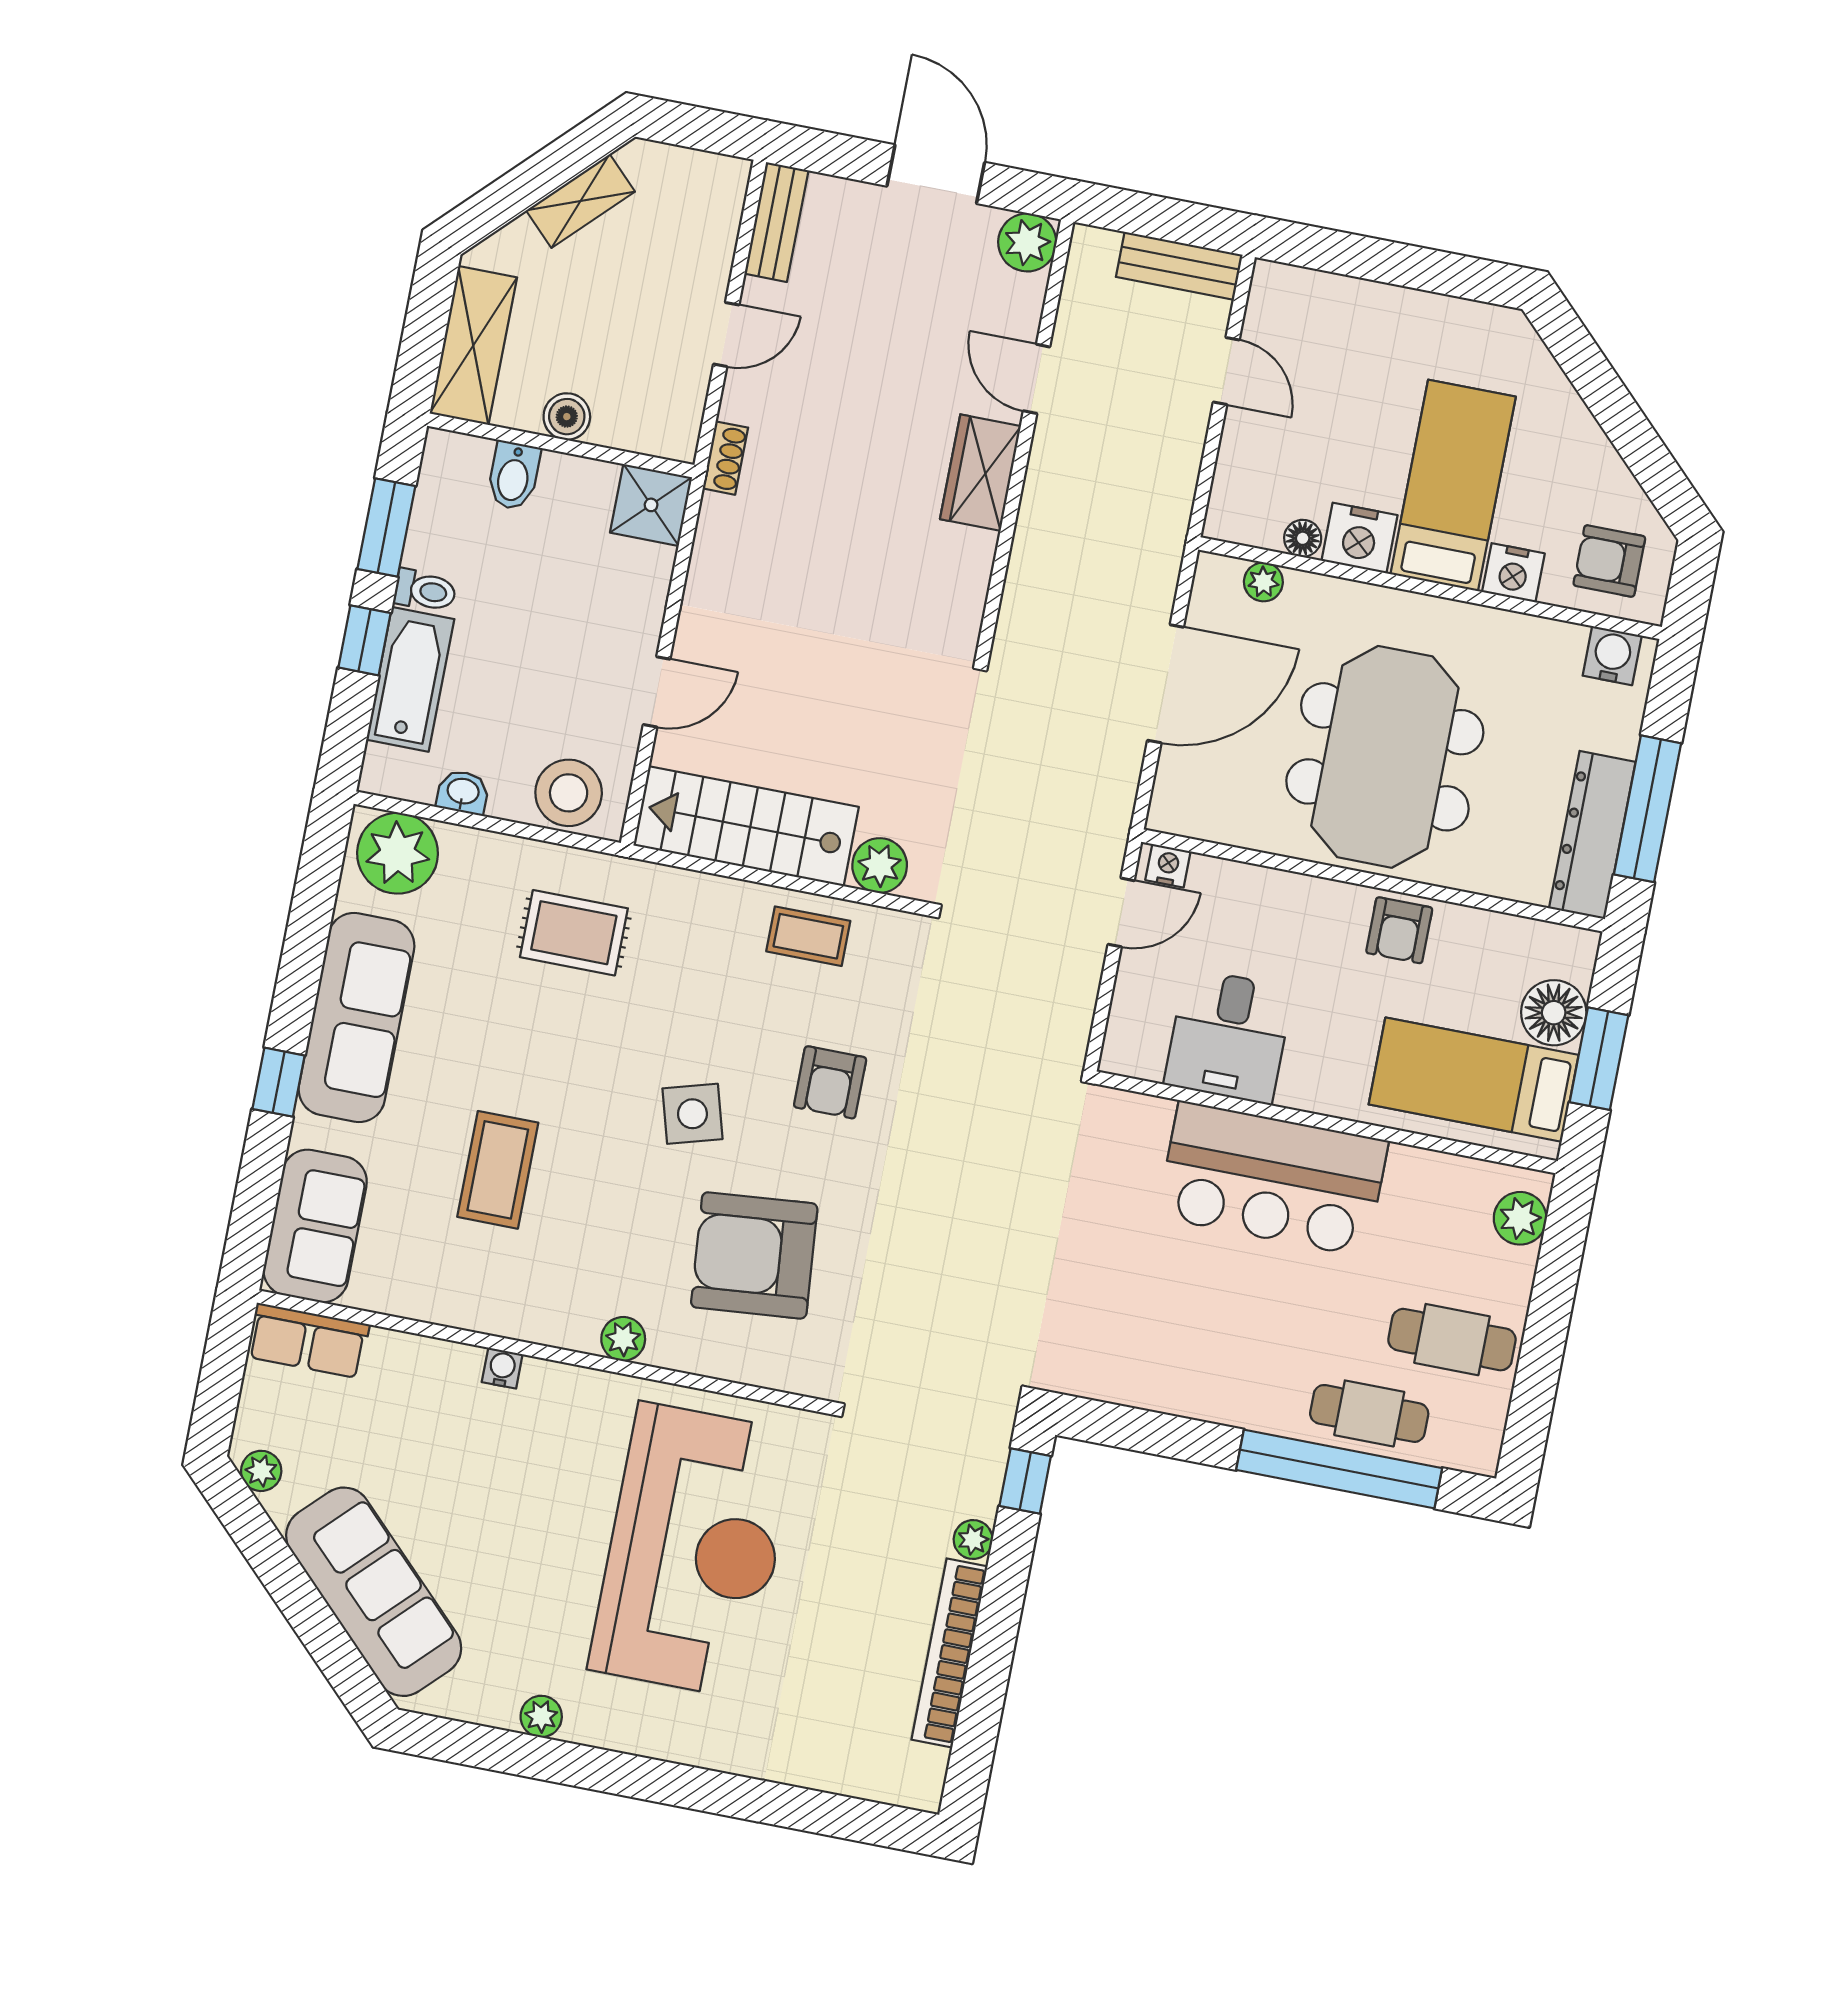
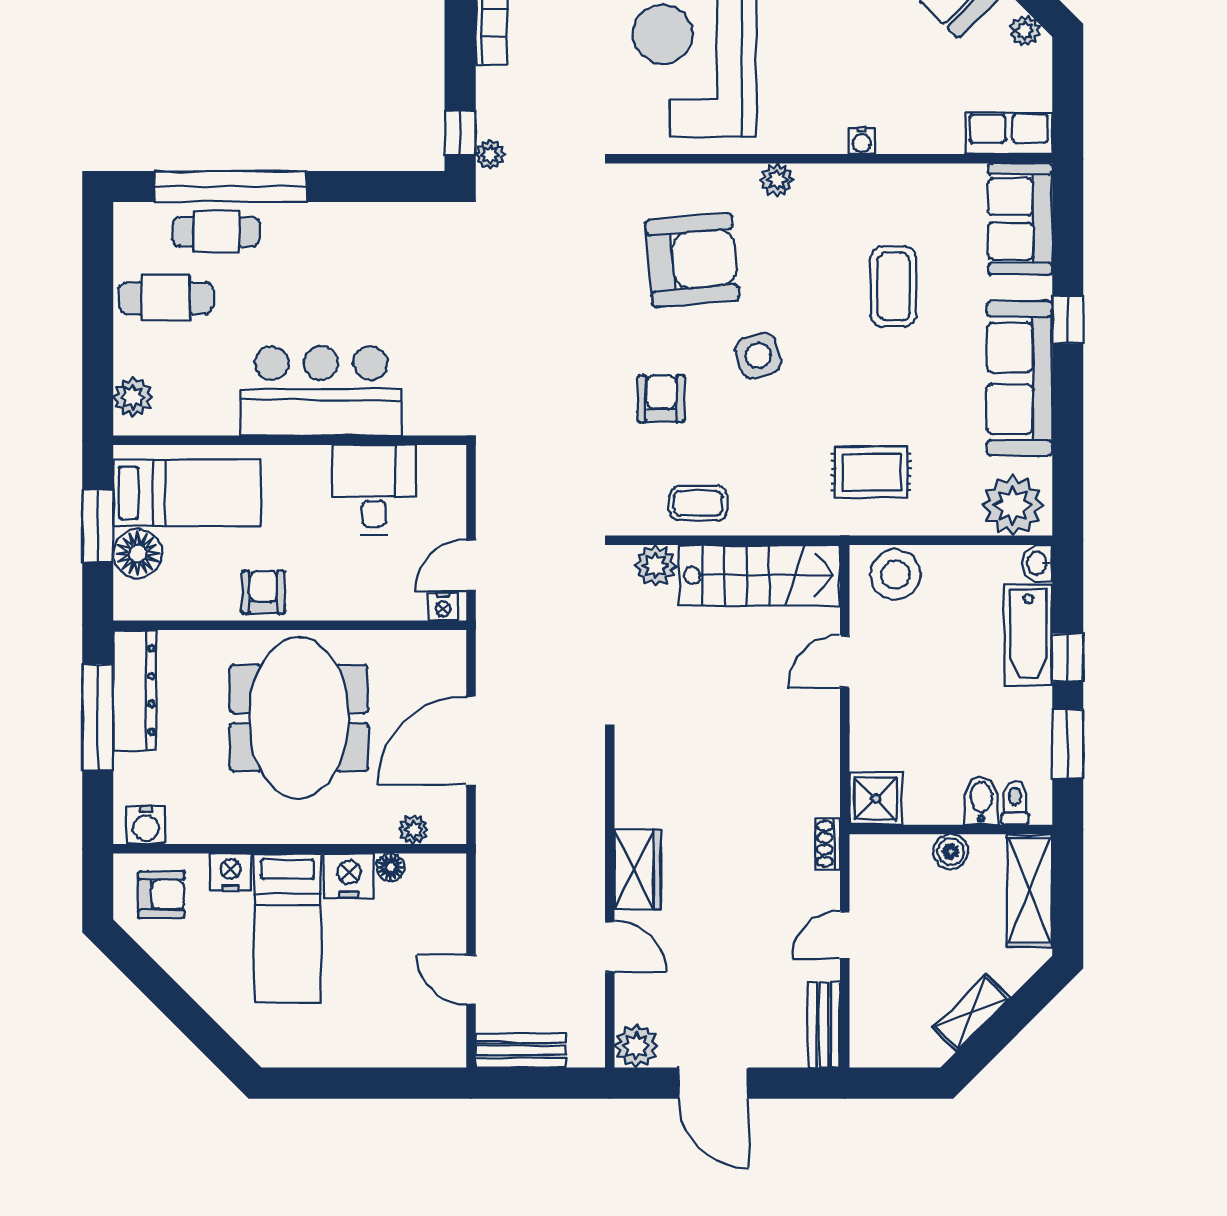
toilet: (425, 591) -> (1015, 803), moved, turned 90
washbasin: (463, 792) -> (1037, 563), moved, turned 90
plant: (973, 1540) -> (490, 154), moved

